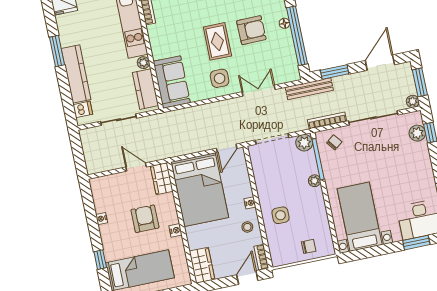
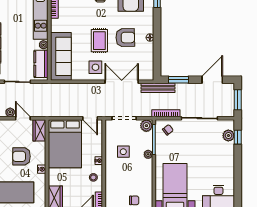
window: (297, 36) -> (157, 48), removed
sofa: (172, 82) -> (61, 56), width x1.36
double door: (259, 91) -> (122, 82), width x1.37
plant: (413, 101) -> (10, 112), moved
door: (227, 148) -> (90, 118), hinge flipped
side table: (281, 215) -> (123, 152), moved
armchair: (145, 219) -> (22, 156), turned -90

